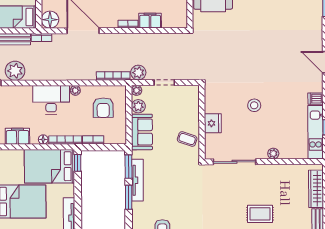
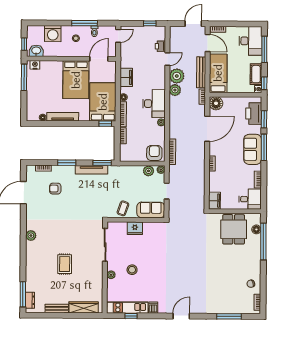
filing cabinet: (150, 20) -> (215, 201), moved
plant: (138, 73) -> (175, 90), moved
stool: (254, 105) -> (132, 270), moved
armchair: (103, 108) -> (154, 153), moved, turned 90
sofa: (142, 132) -> (151, 210), moved, turned 180
window: (129, 197) -> (67, 163), moved

